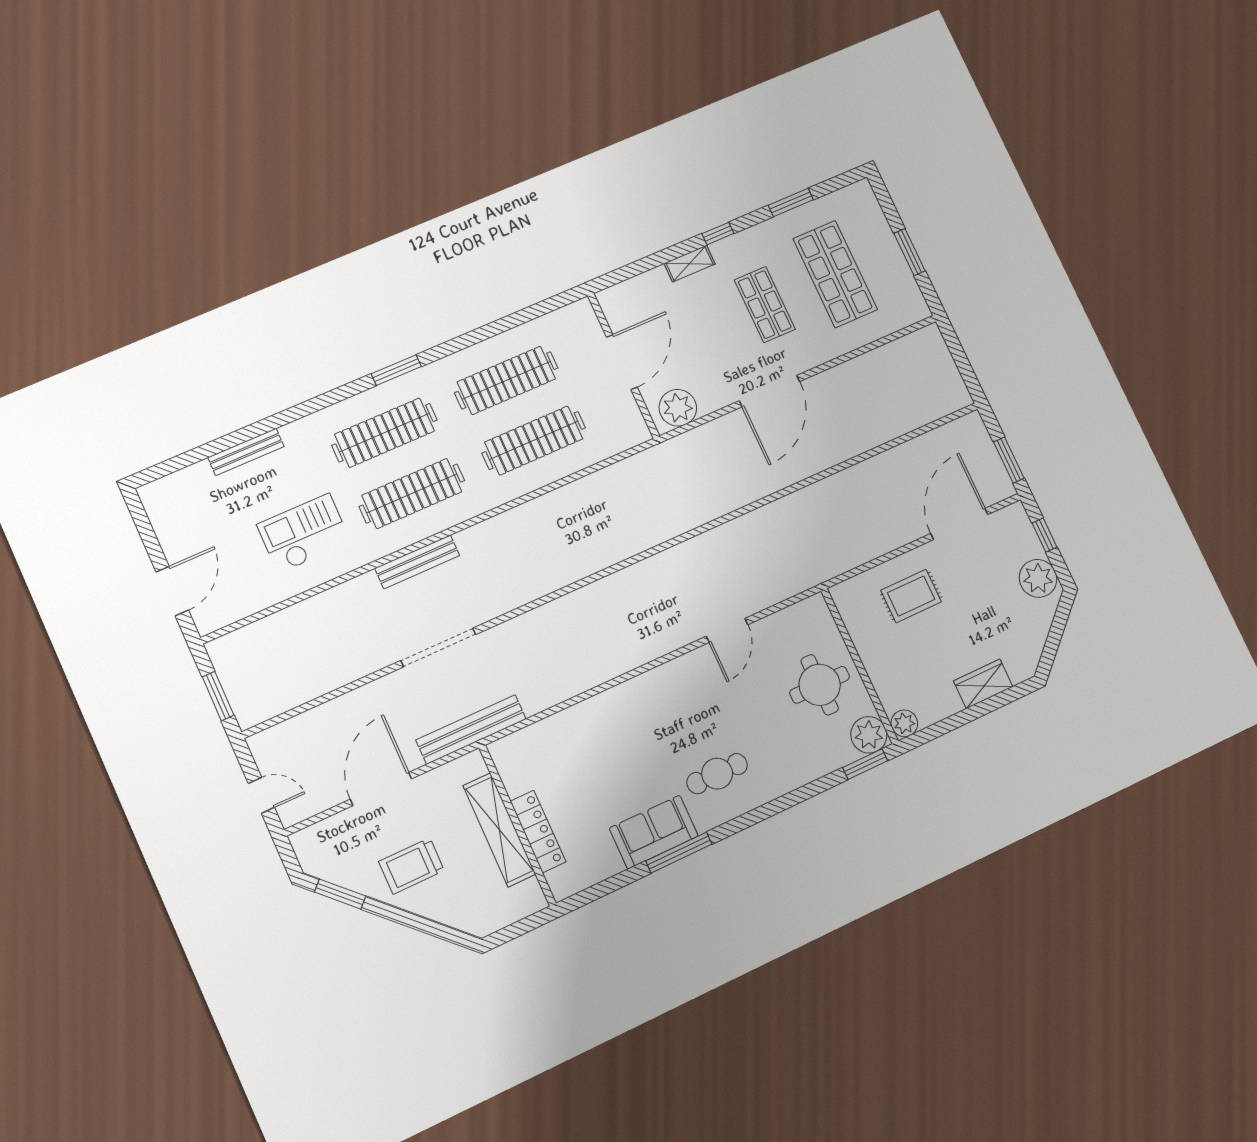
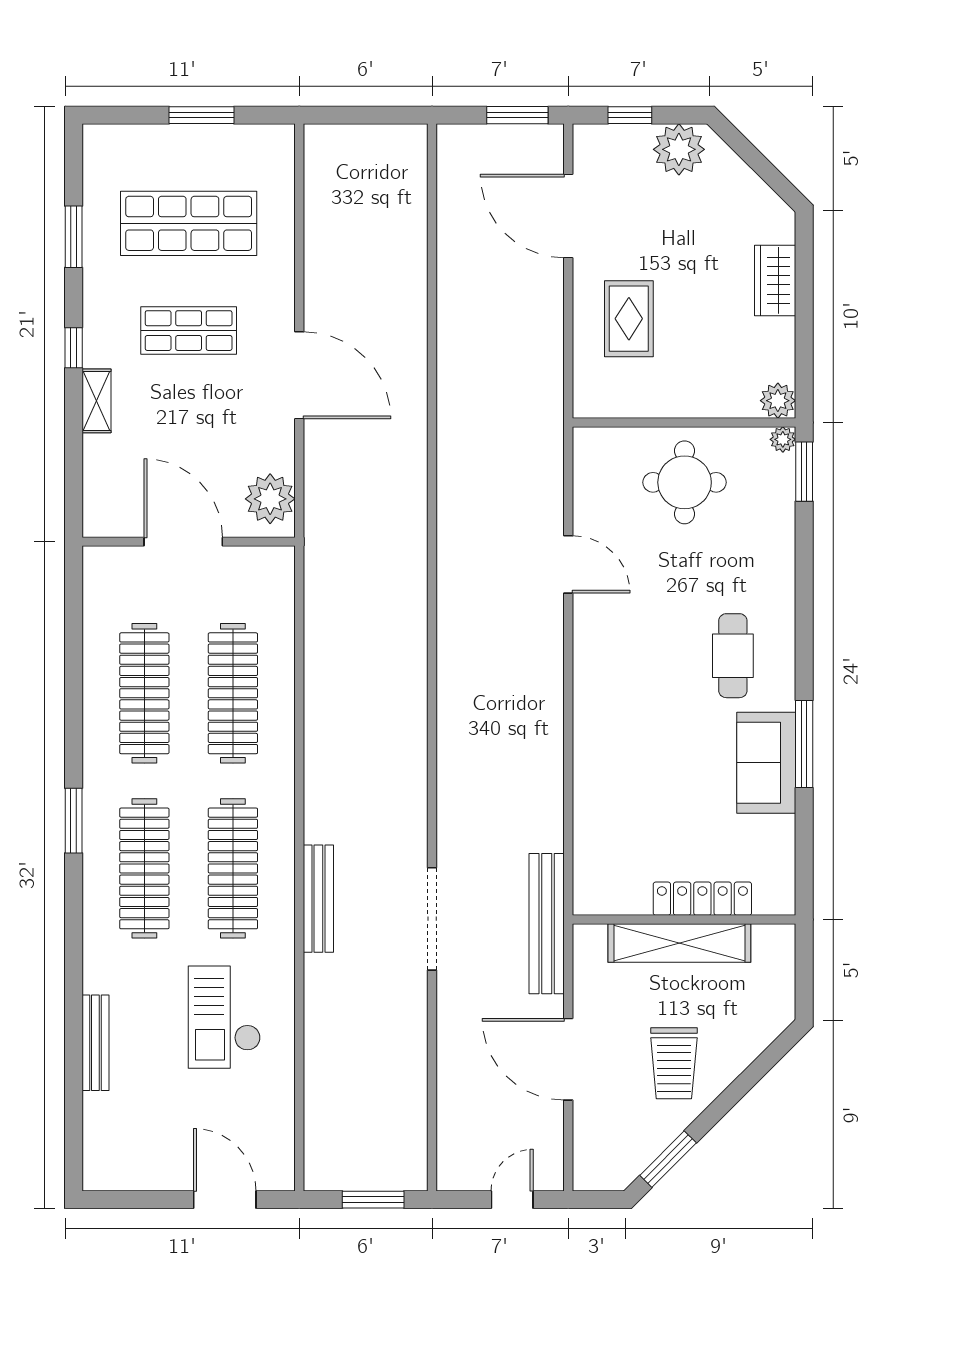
plant: (869, 735) -> (783, 439), width x0.53, depth x0.53

